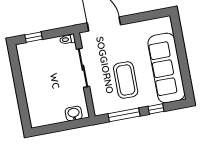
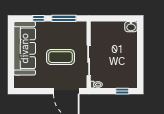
coffee table: (126, 80) -> (61, 57), moved, turned 90
washbasin: (74, 114) -> (131, 27), moved

